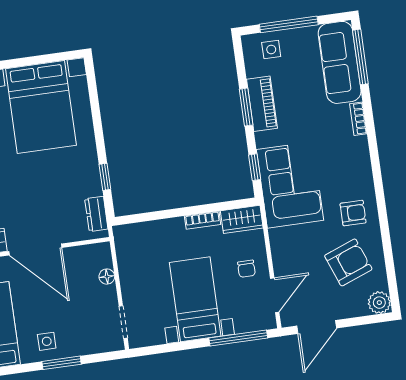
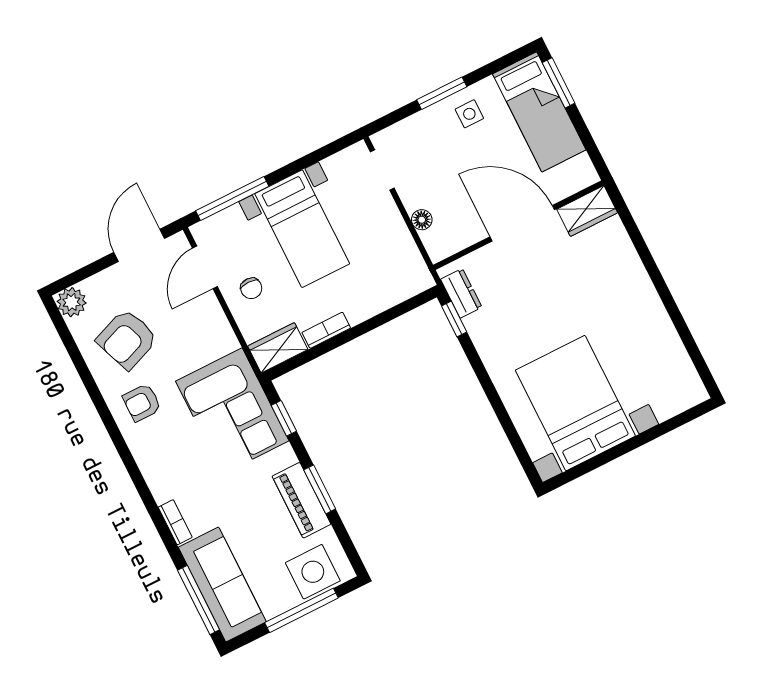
side table: (271, 49) -> (313, 572), width x1.87, depth x1.87
window: (105, 177) -> (454, 319), moved
chair: (246, 269) -> (251, 288), turned 180

